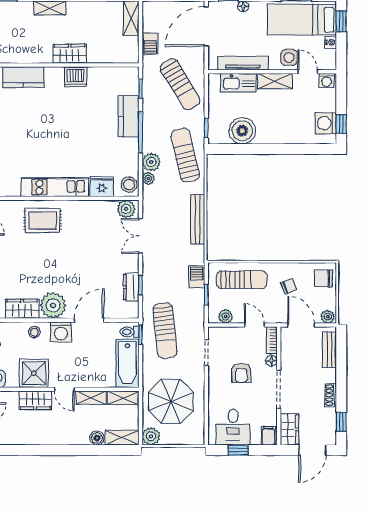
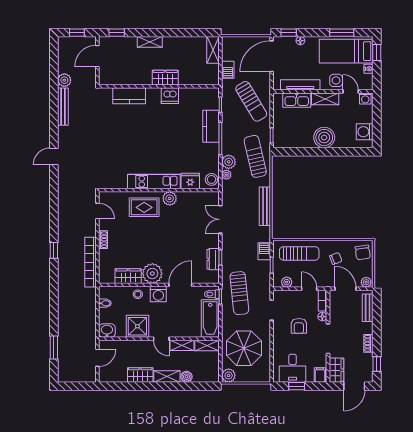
window: (341, 124) -> (377, 132), removed
boiler: (242, 131) -> (324, 138), moved
plant: (126, 209) -> (170, 198), moved
chair: (323, 278) -> (363, 253), turned -98
wardrobe: (35, 400) -> (140, 375), moved, turned 180
shelving: (122, 438) -> (167, 376), moved

